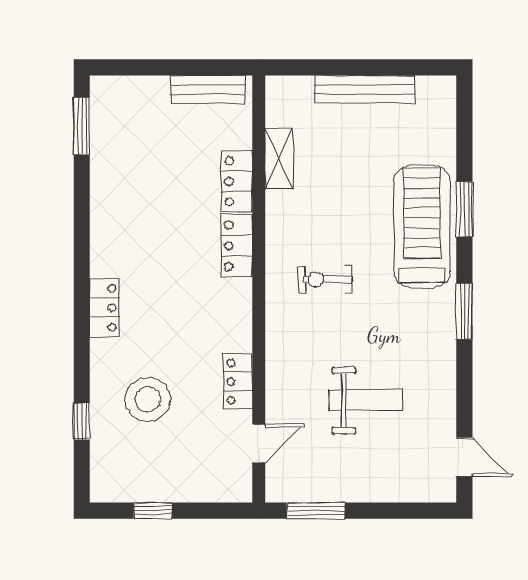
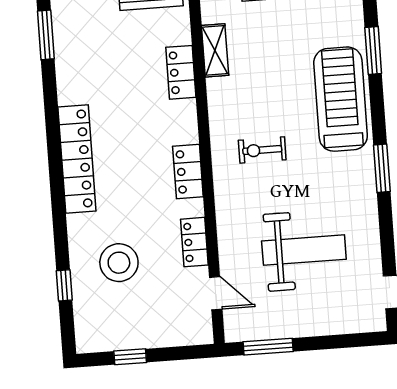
window: (464, 209) -> (373, 51), moved
locker: (237, 246) -> (188, 171), moved
locker: (104, 308) -> (77, 159), width x2.16, depth x1.21
weight bench: (366, 400) -> (304, 250), width x1.36, depth x1.33
door: (259, 443) -> (216, 293), hinge flipped

